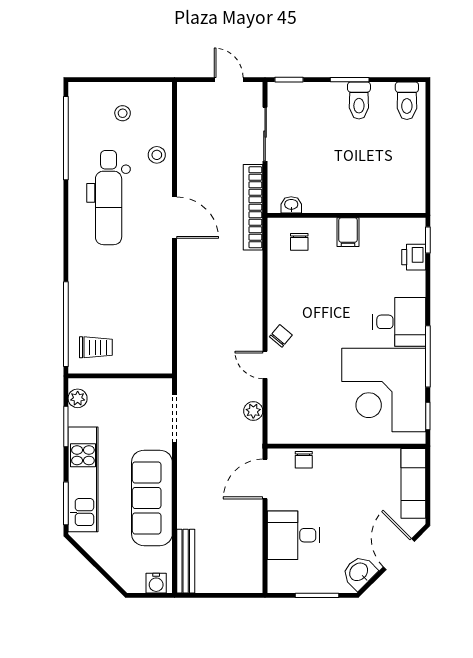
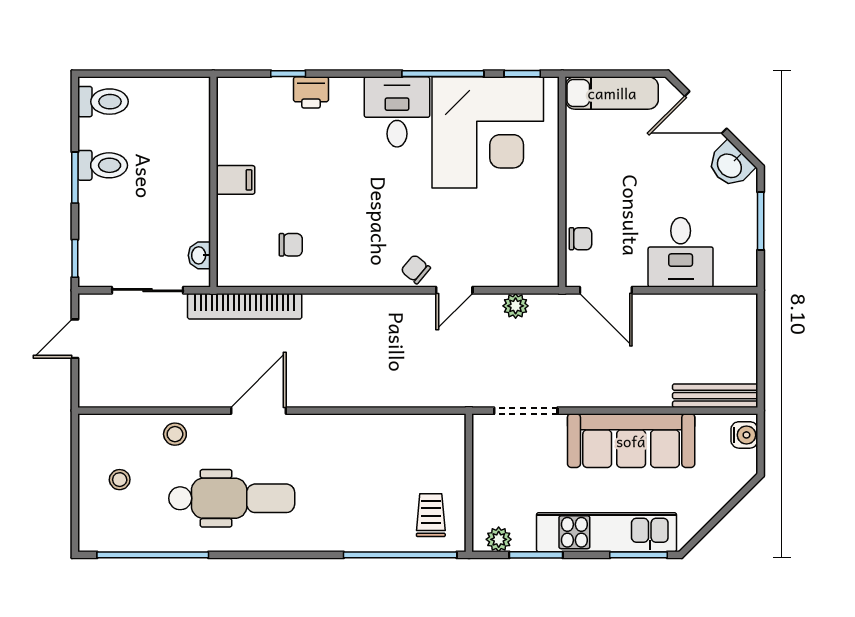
washbasin: (291, 205) -> (199, 255), moved
wall: (346, 215) -> (213, 182), moved
filing cabinet: (348, 232) -> (236, 180), moved

